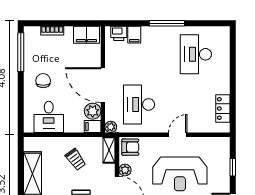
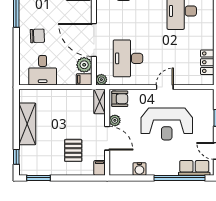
chair: (43, 81) -> (37, 36), turned 88
trolley: (76, 159) -> (68, 110), removed

